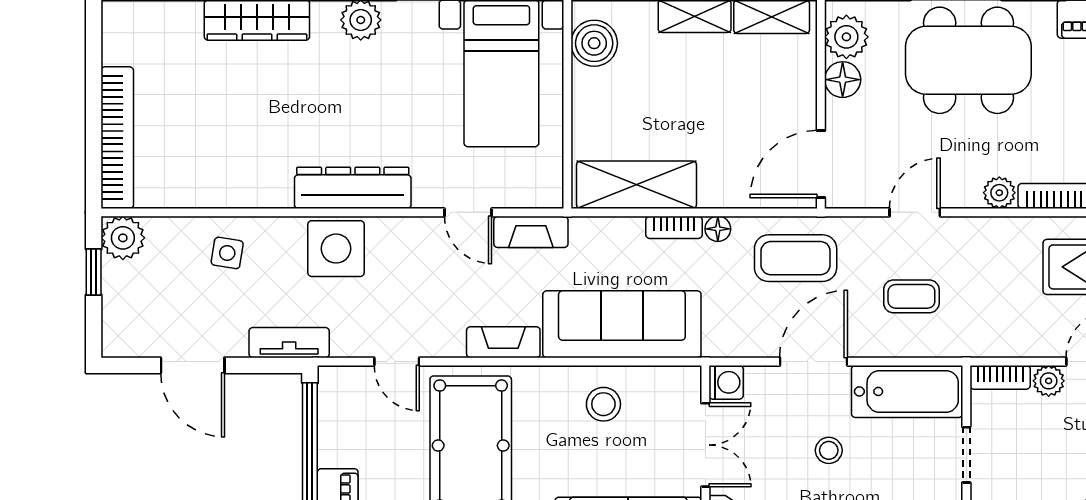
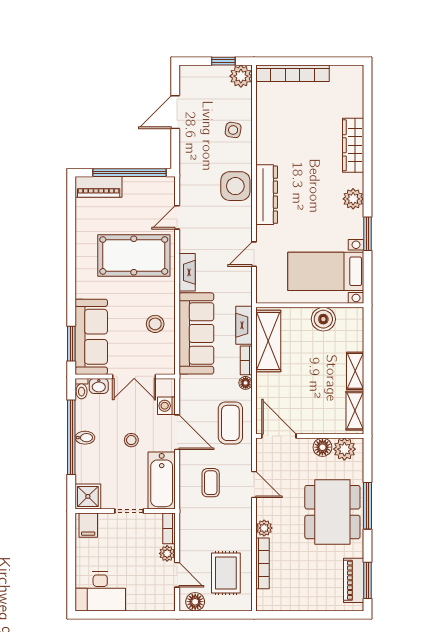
boiler: (594, 43) -> (323, 319), moved
fireplace: (531, 232) -> (244, 325), moved
tv unit: (289, 343) -> (187, 162), removed
washing machine: (726, 382) -> (166, 406), moved, turned 90

